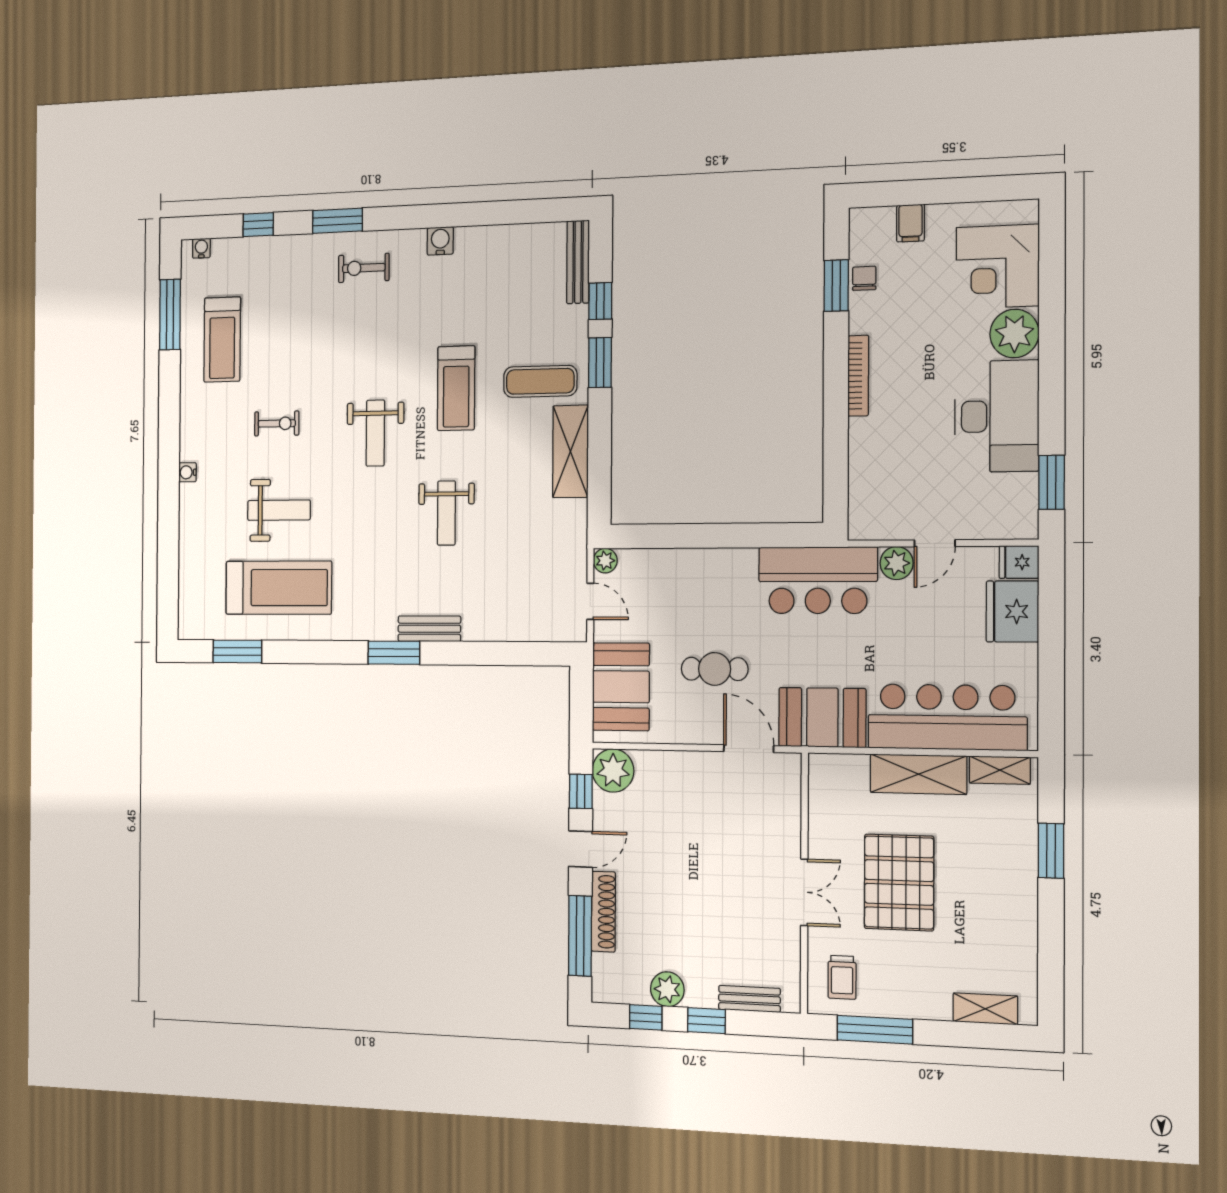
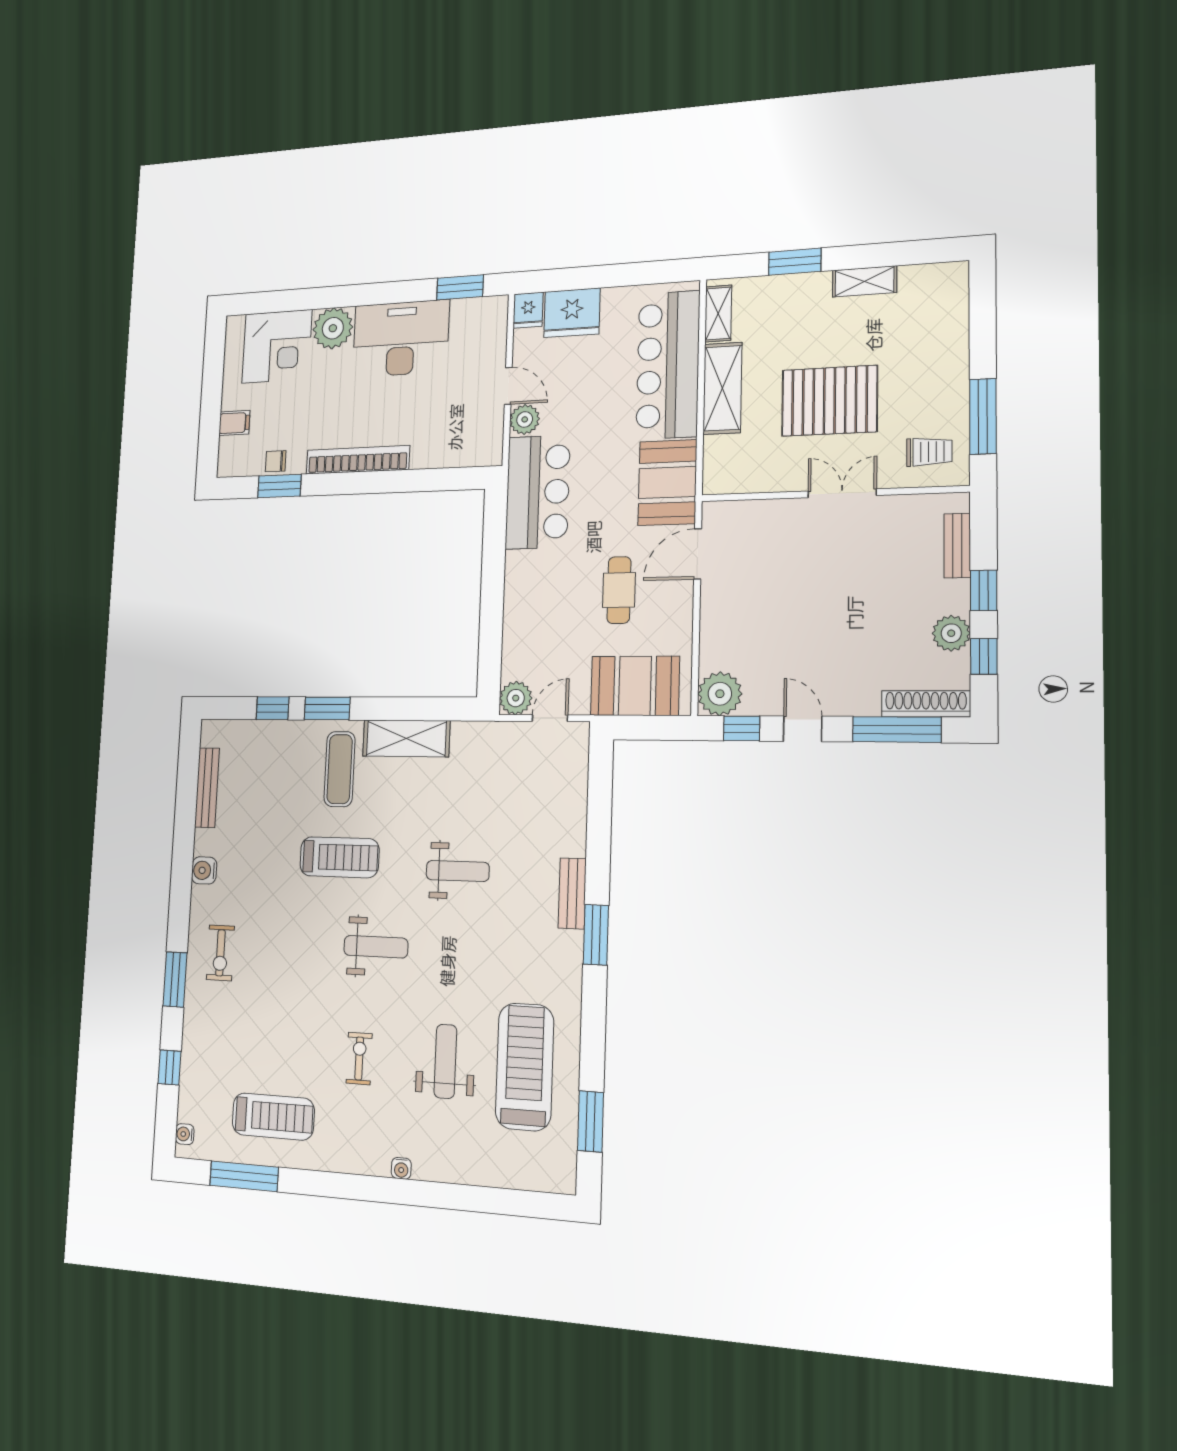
bench: (578, 262) -> (207, 788), moved, turned 90
bookcase: (858, 376) -> (358, 460), width x1.48, depth x1.31
plant: (605, 561) -> (516, 698), width x1.38, depth x1.38
shoe rack: (603, 912) -> (926, 704), moved
shelving: (985, 1009) -> (864, 281), moved, turned 90

